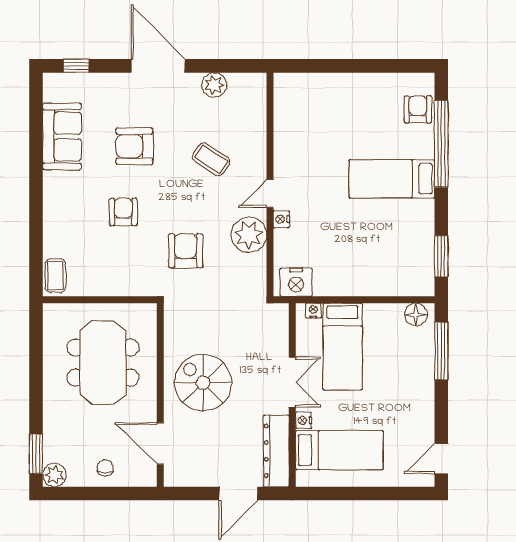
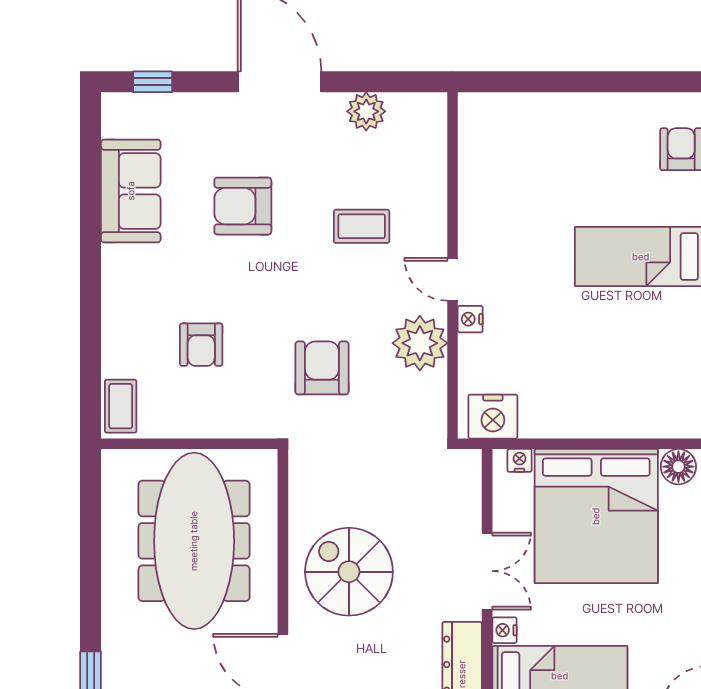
coffee table: (211, 159) -> (362, 226), turned -33
door: (270, 193) -> (453, 279), hinge flipped
armchair: (123, 212) -> (201, 345), moved, turned 180
bed: (342, 347) -> (596, 516), width x2.04
meeting table: (103, 363) -> (194, 541), width x1.36

